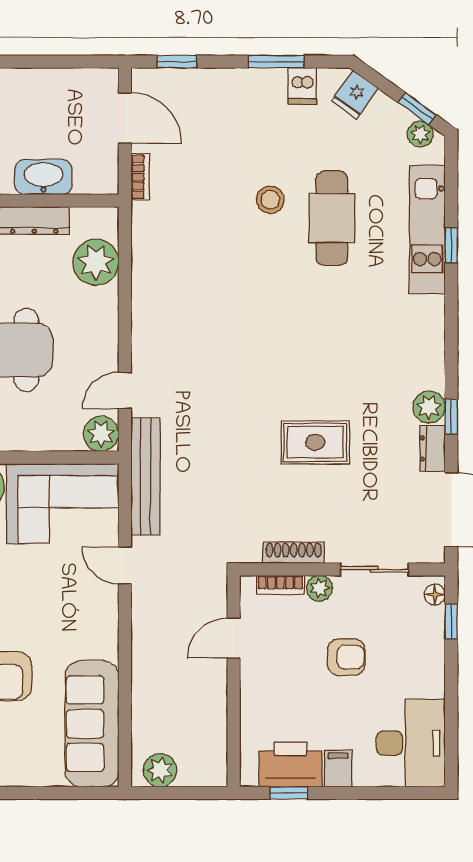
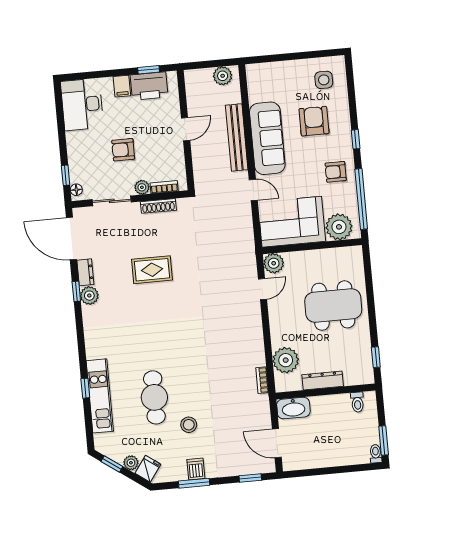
dishwasher: (302, 86) -> (196, 469), moved
plant: (420, 134) -> (131, 463), moved
washbasin: (43, 177) -> (293, 408), moved
bookcase: (140, 177) -> (262, 380), moved
stool: (270, 200) -> (189, 425), moved
bench: (145, 477) -> (237, 137), moved
door: (234, 638) -> (186, 129), moved
sofa: (92, 724) -> (267, 138), moved

